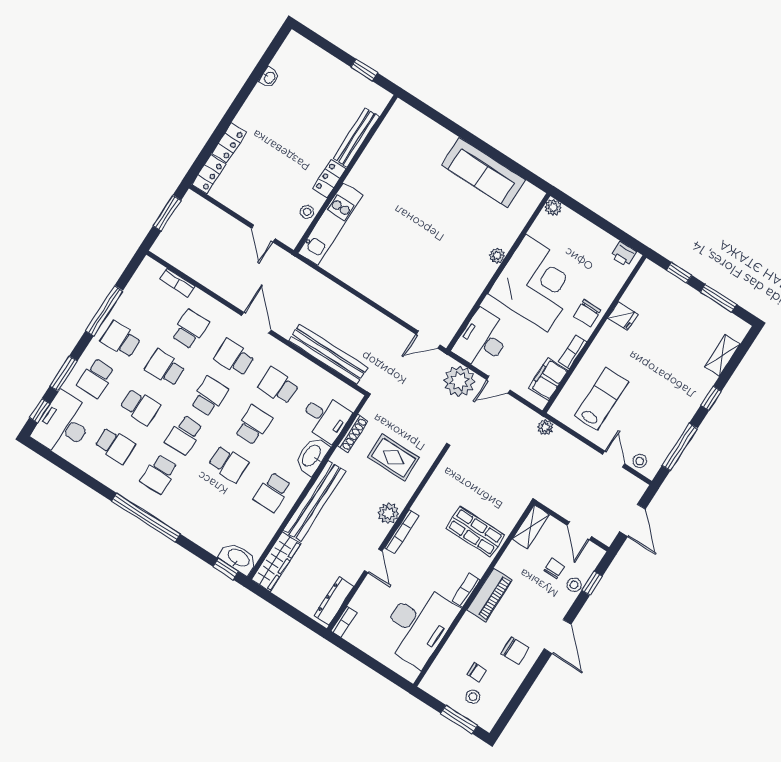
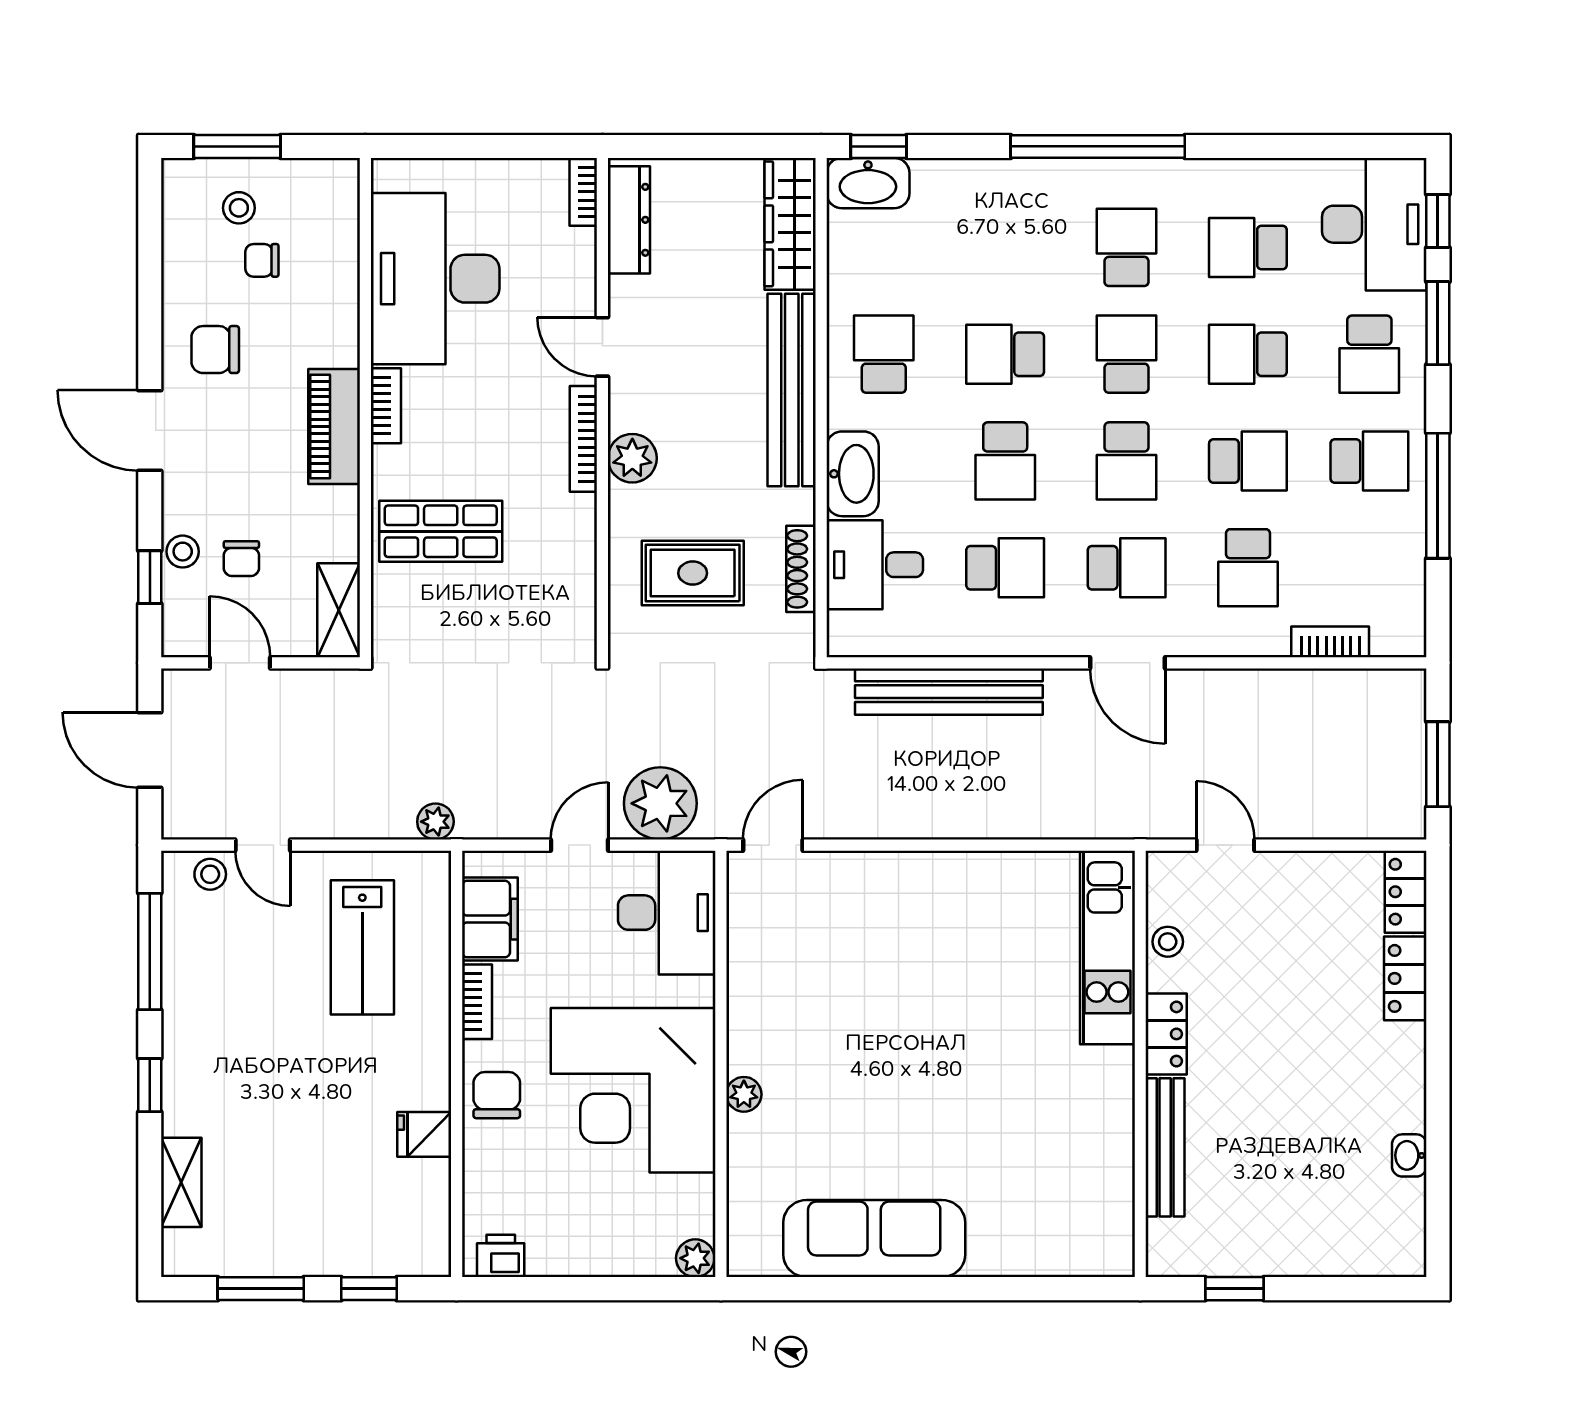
school desk: (96, 378) -> (1369, 354), turned 180

